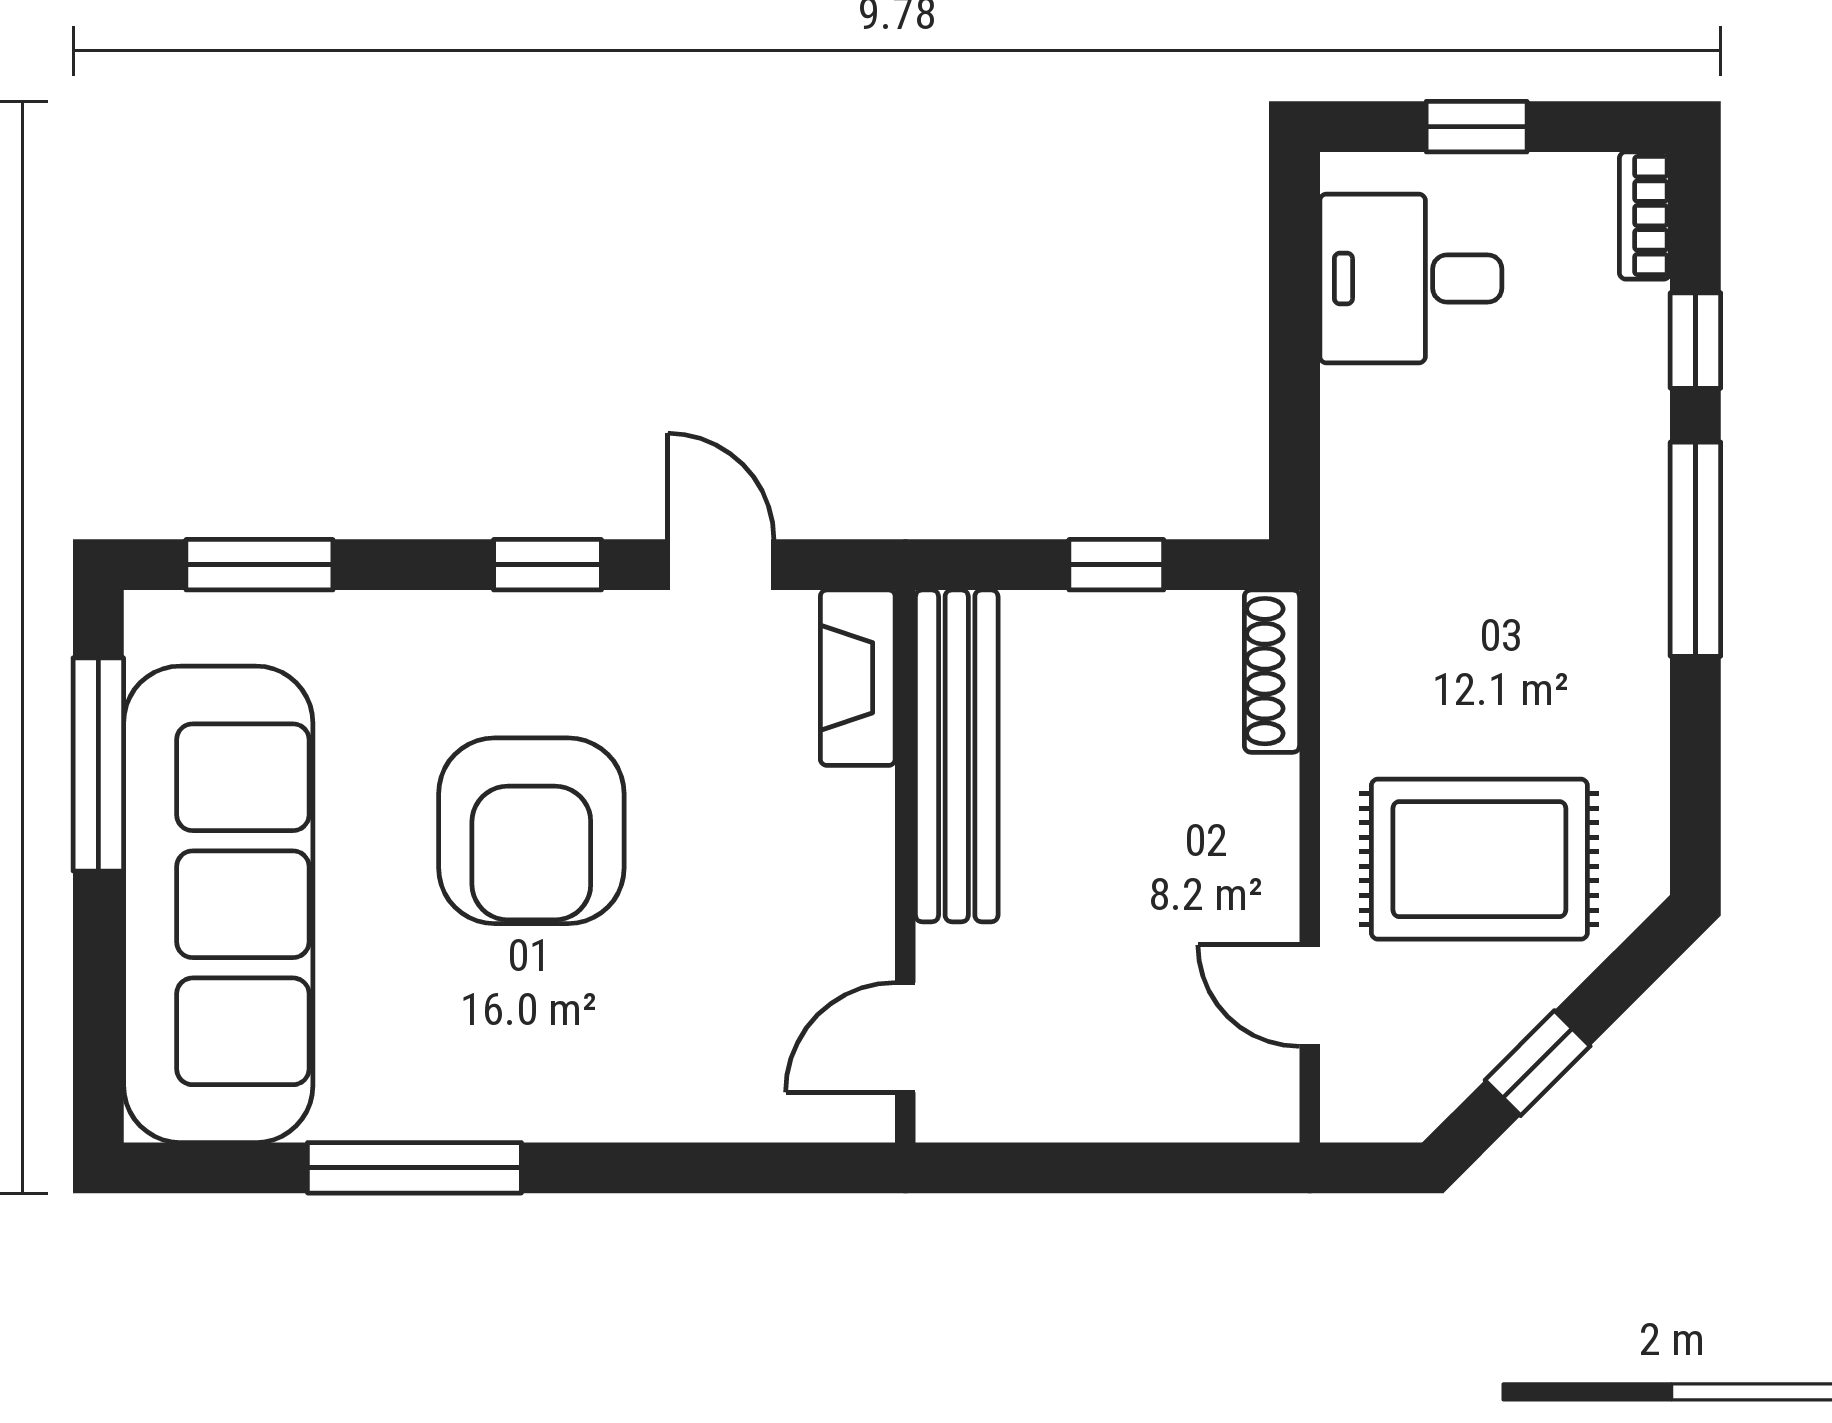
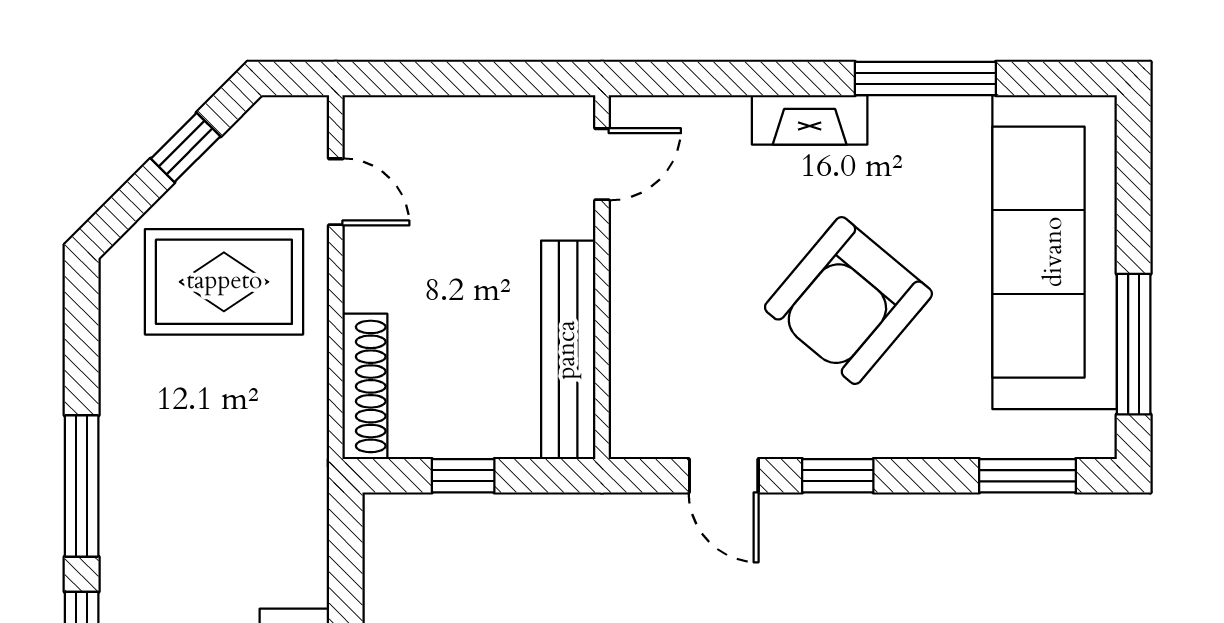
shoe rack: (1272, 671) -> (365, 386), width x1.36, depth x1.24
fireplace: (858, 678) -> (810, 120), moved, turned 90
armchair: (531, 831) -> (848, 301), turned -140

